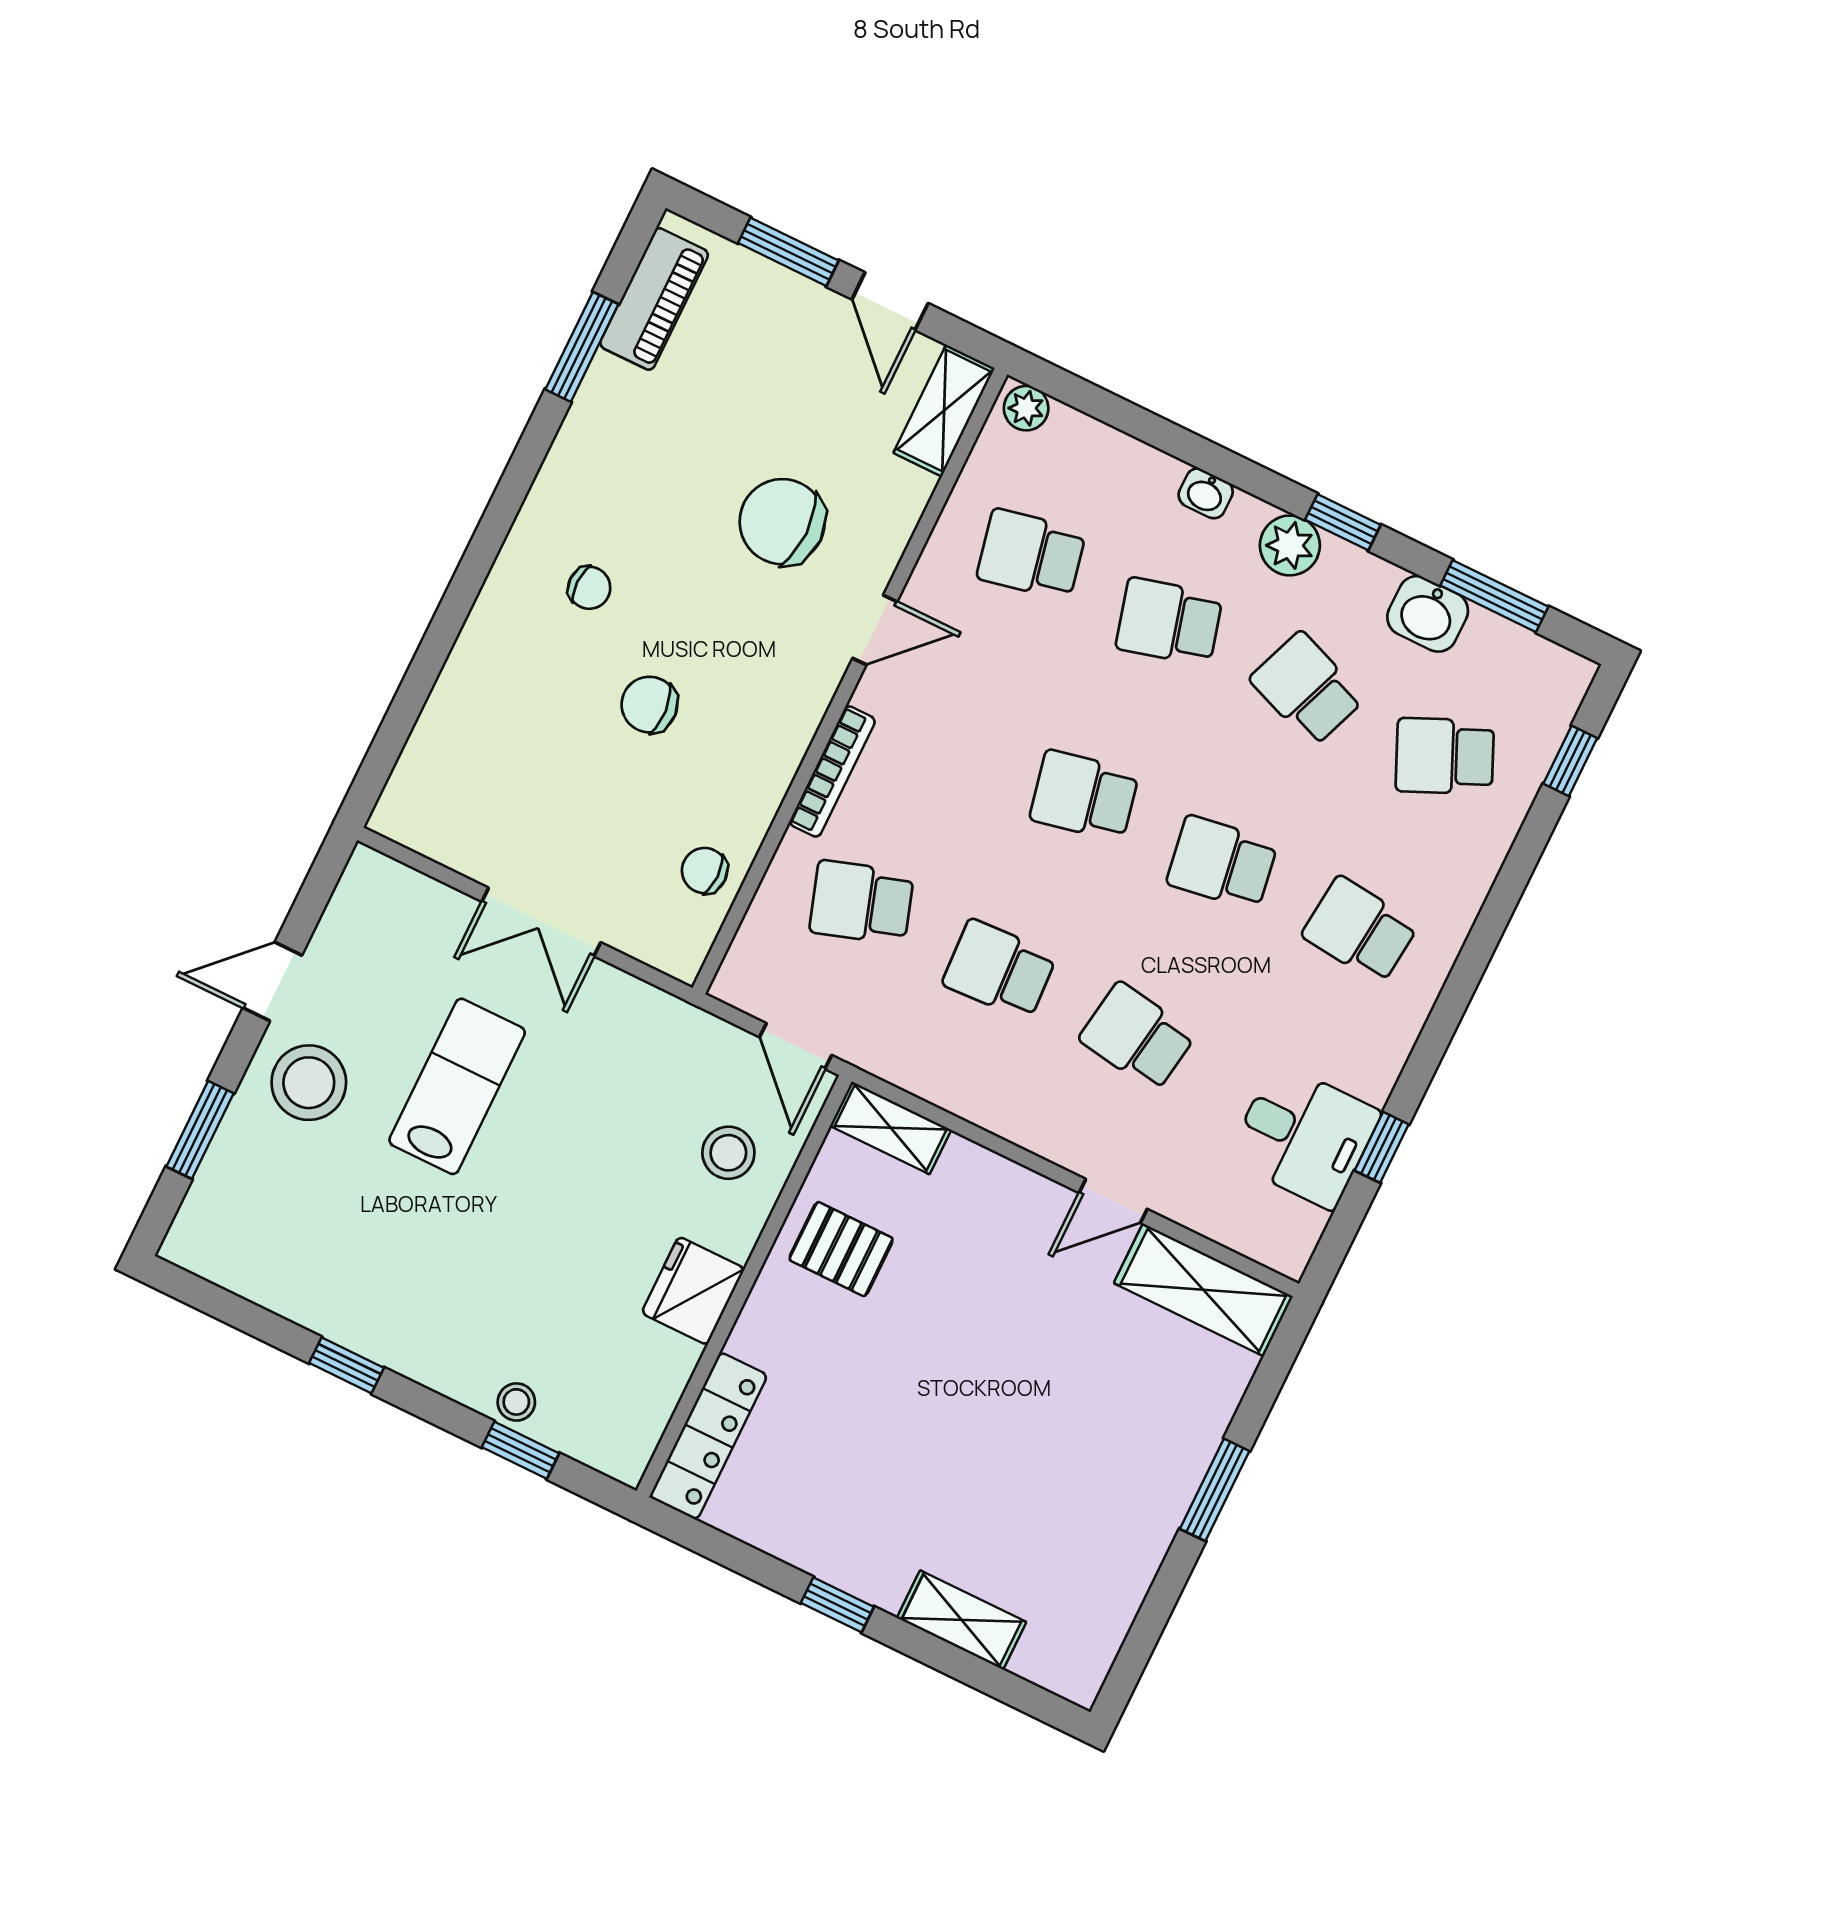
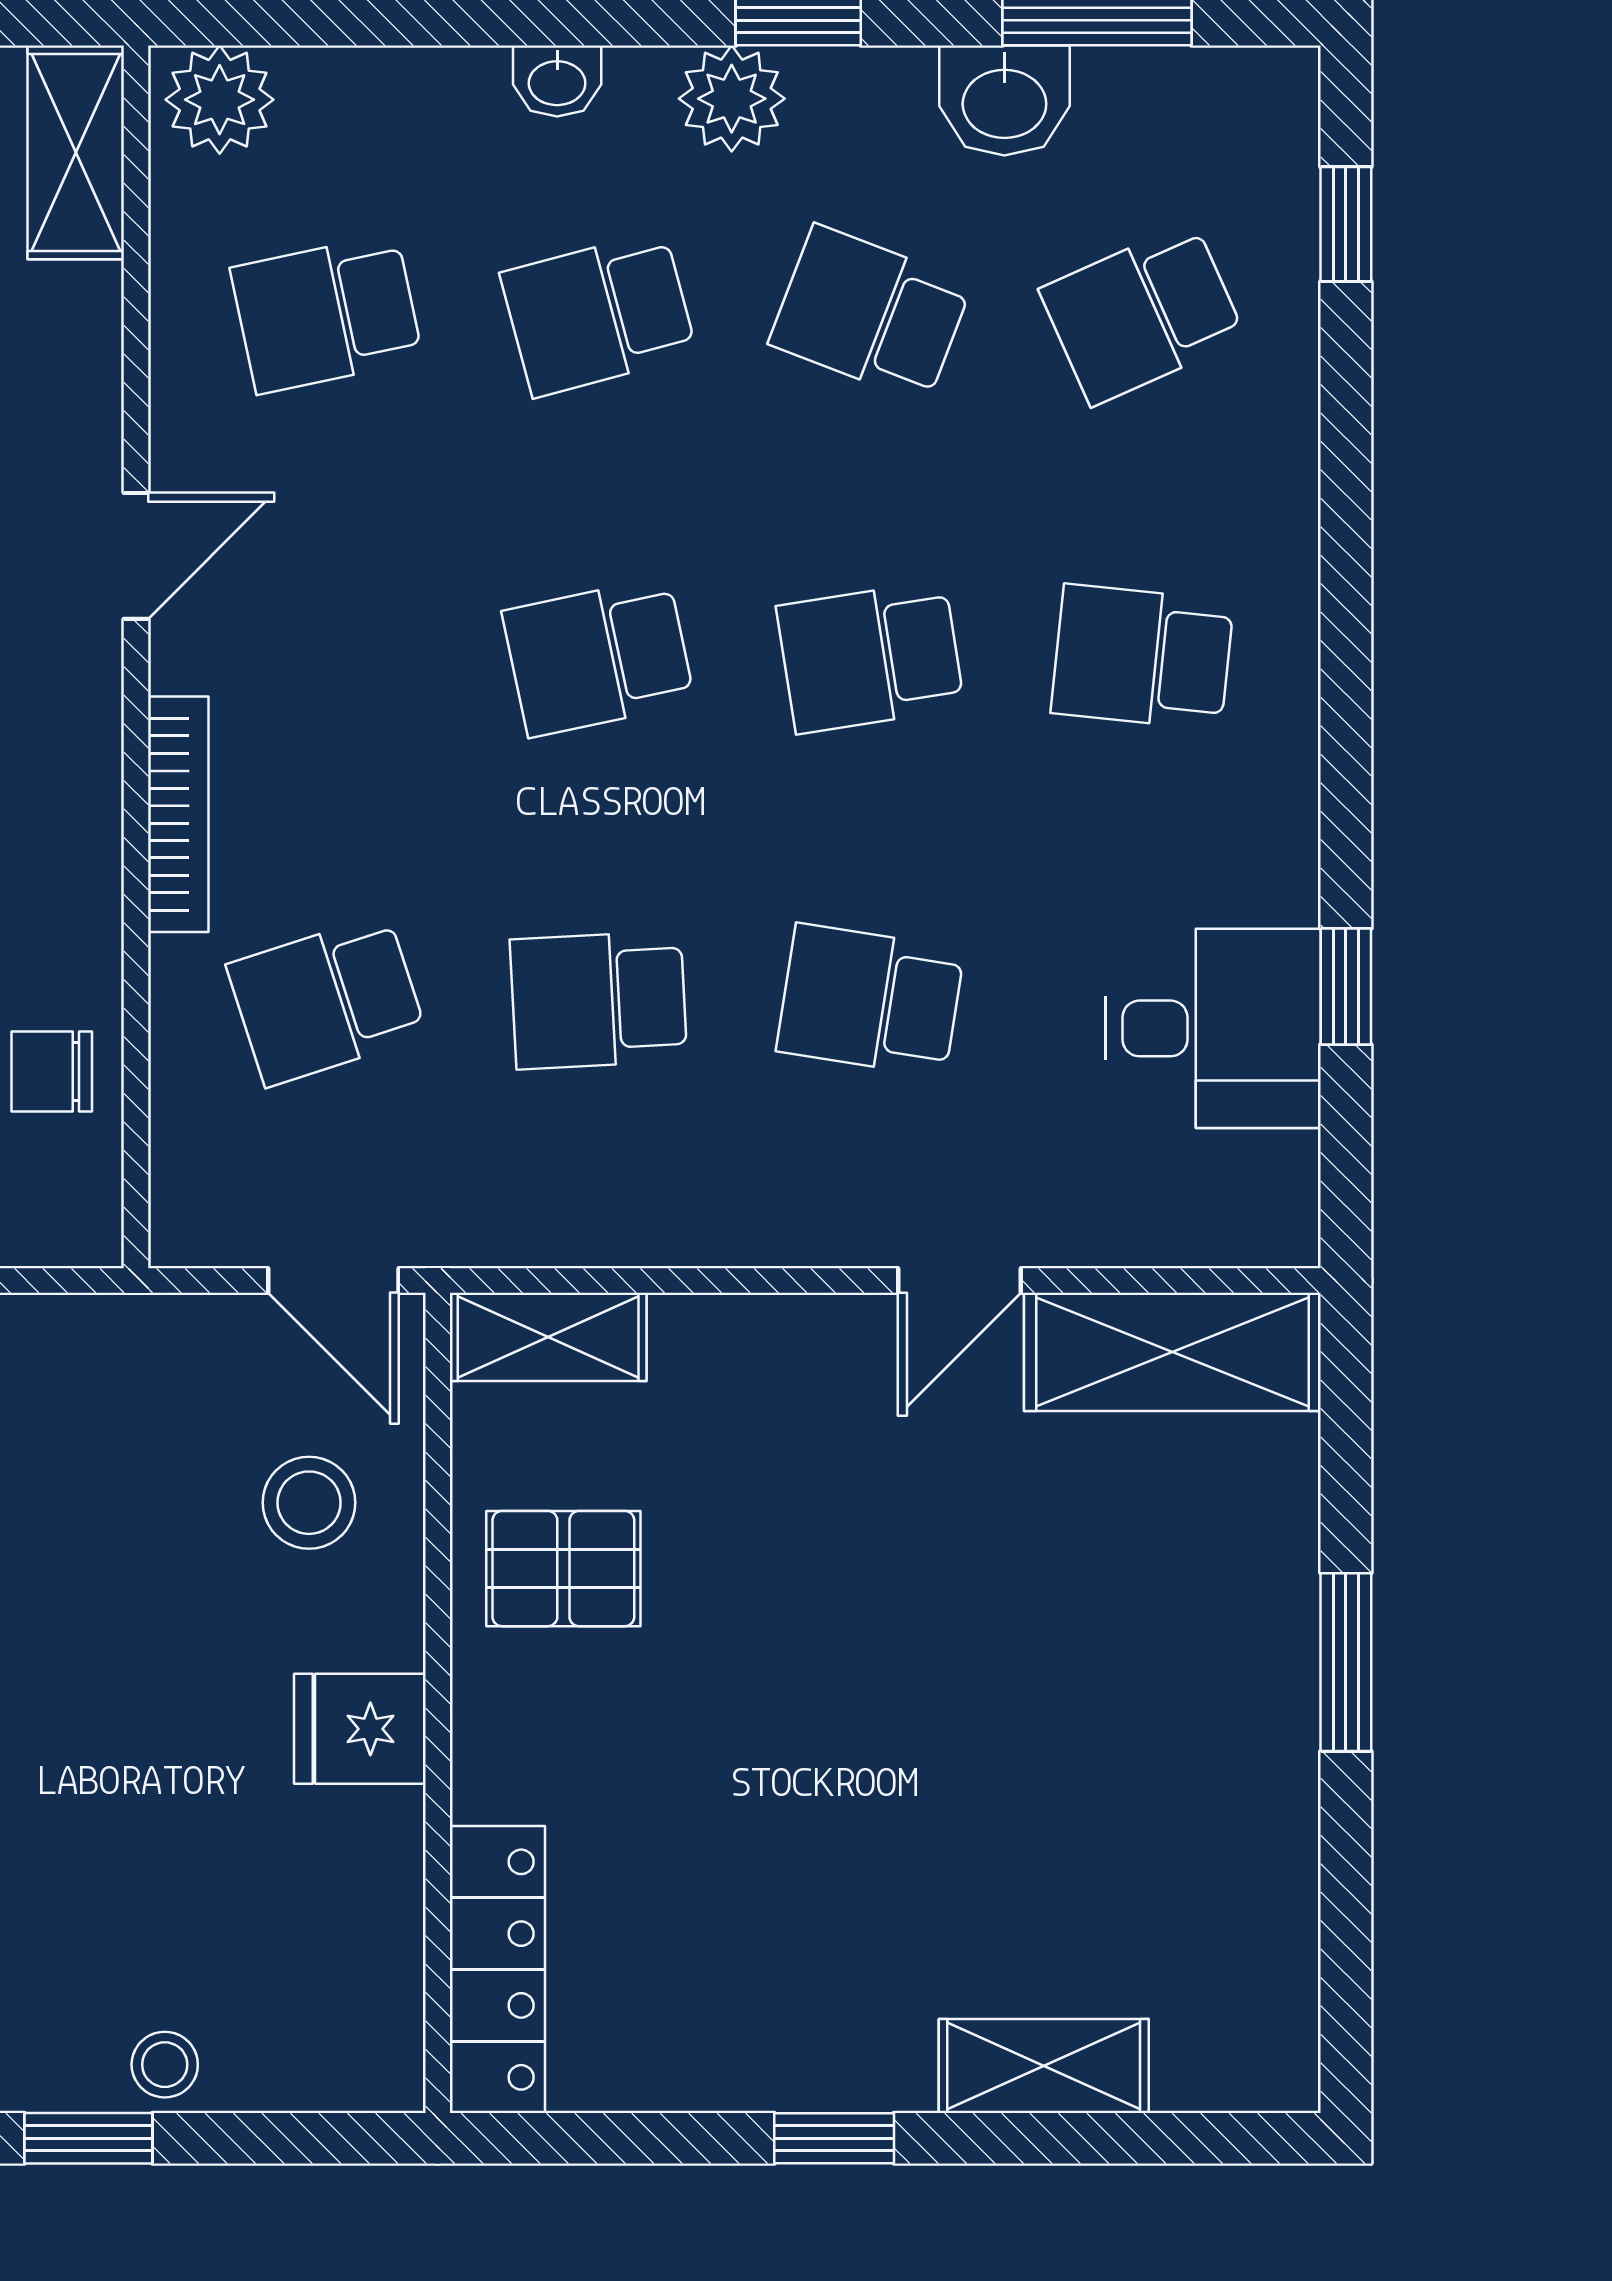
plant: (1026, 408) -> (220, 100), width x1.38, depth x1.38
fridge: (693, 1291) -> (360, 1729), width x0.72
window: (521, 1450) -> (88, 2138), moved

